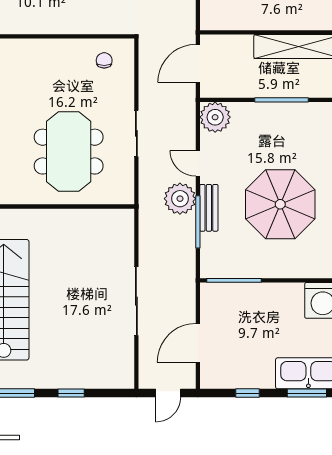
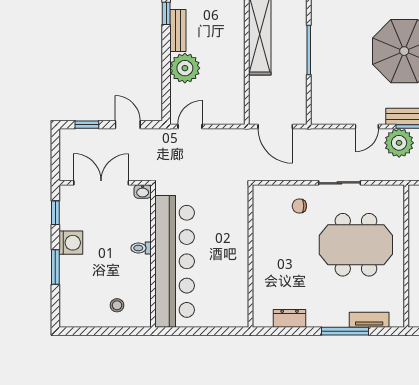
chair: (104, 60) -> (299, 206), moved
plant: (215, 117) -> (325, 111), removed

